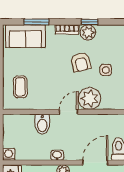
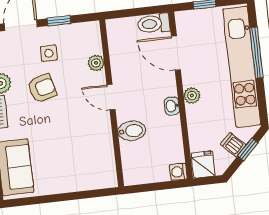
coffee table: (20, 87) -> (85, 166), removed
plant: (90, 98) -> (96, 63), width x0.53, depth x0.53

